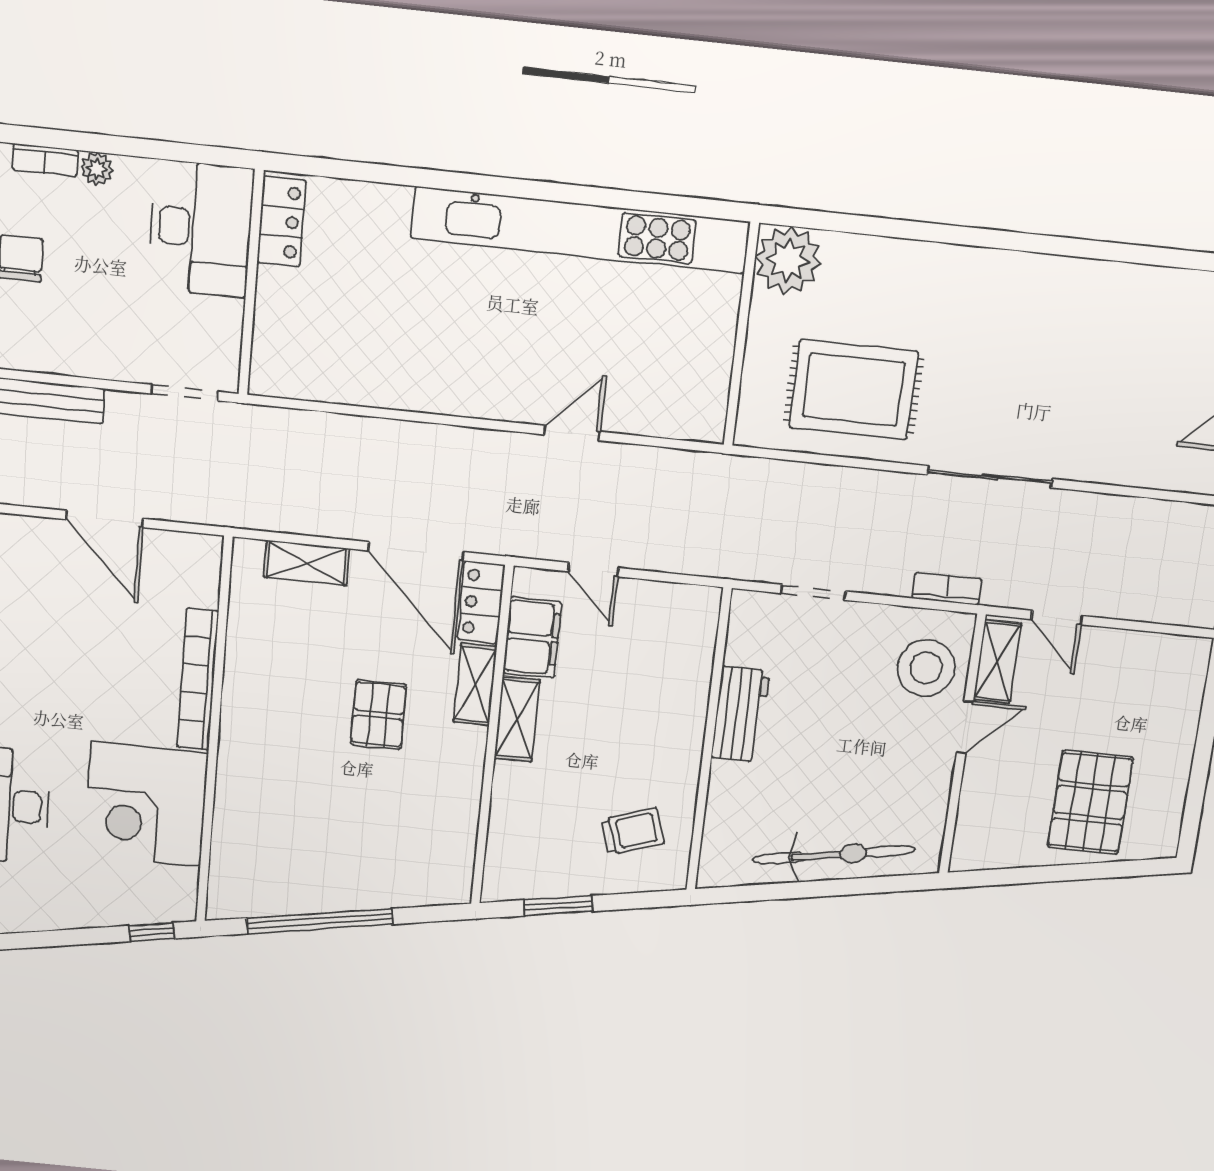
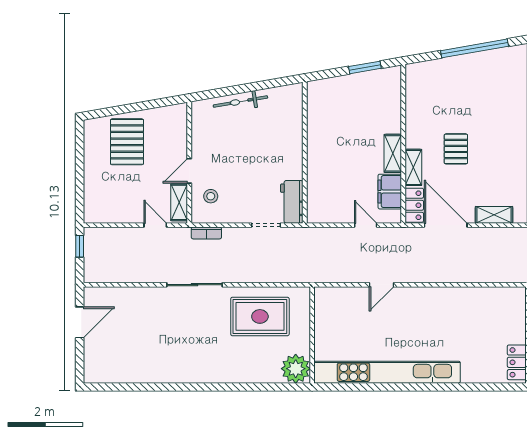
stool: (926, 668) -> (211, 196), width x0.53, depth x0.53
workbench: (741, 714) -> (292, 202), moved
trolley: (633, 831) -> (335, 106), removed
bicycle: (834, 855) -> (240, 102), width x0.73, depth x0.71

